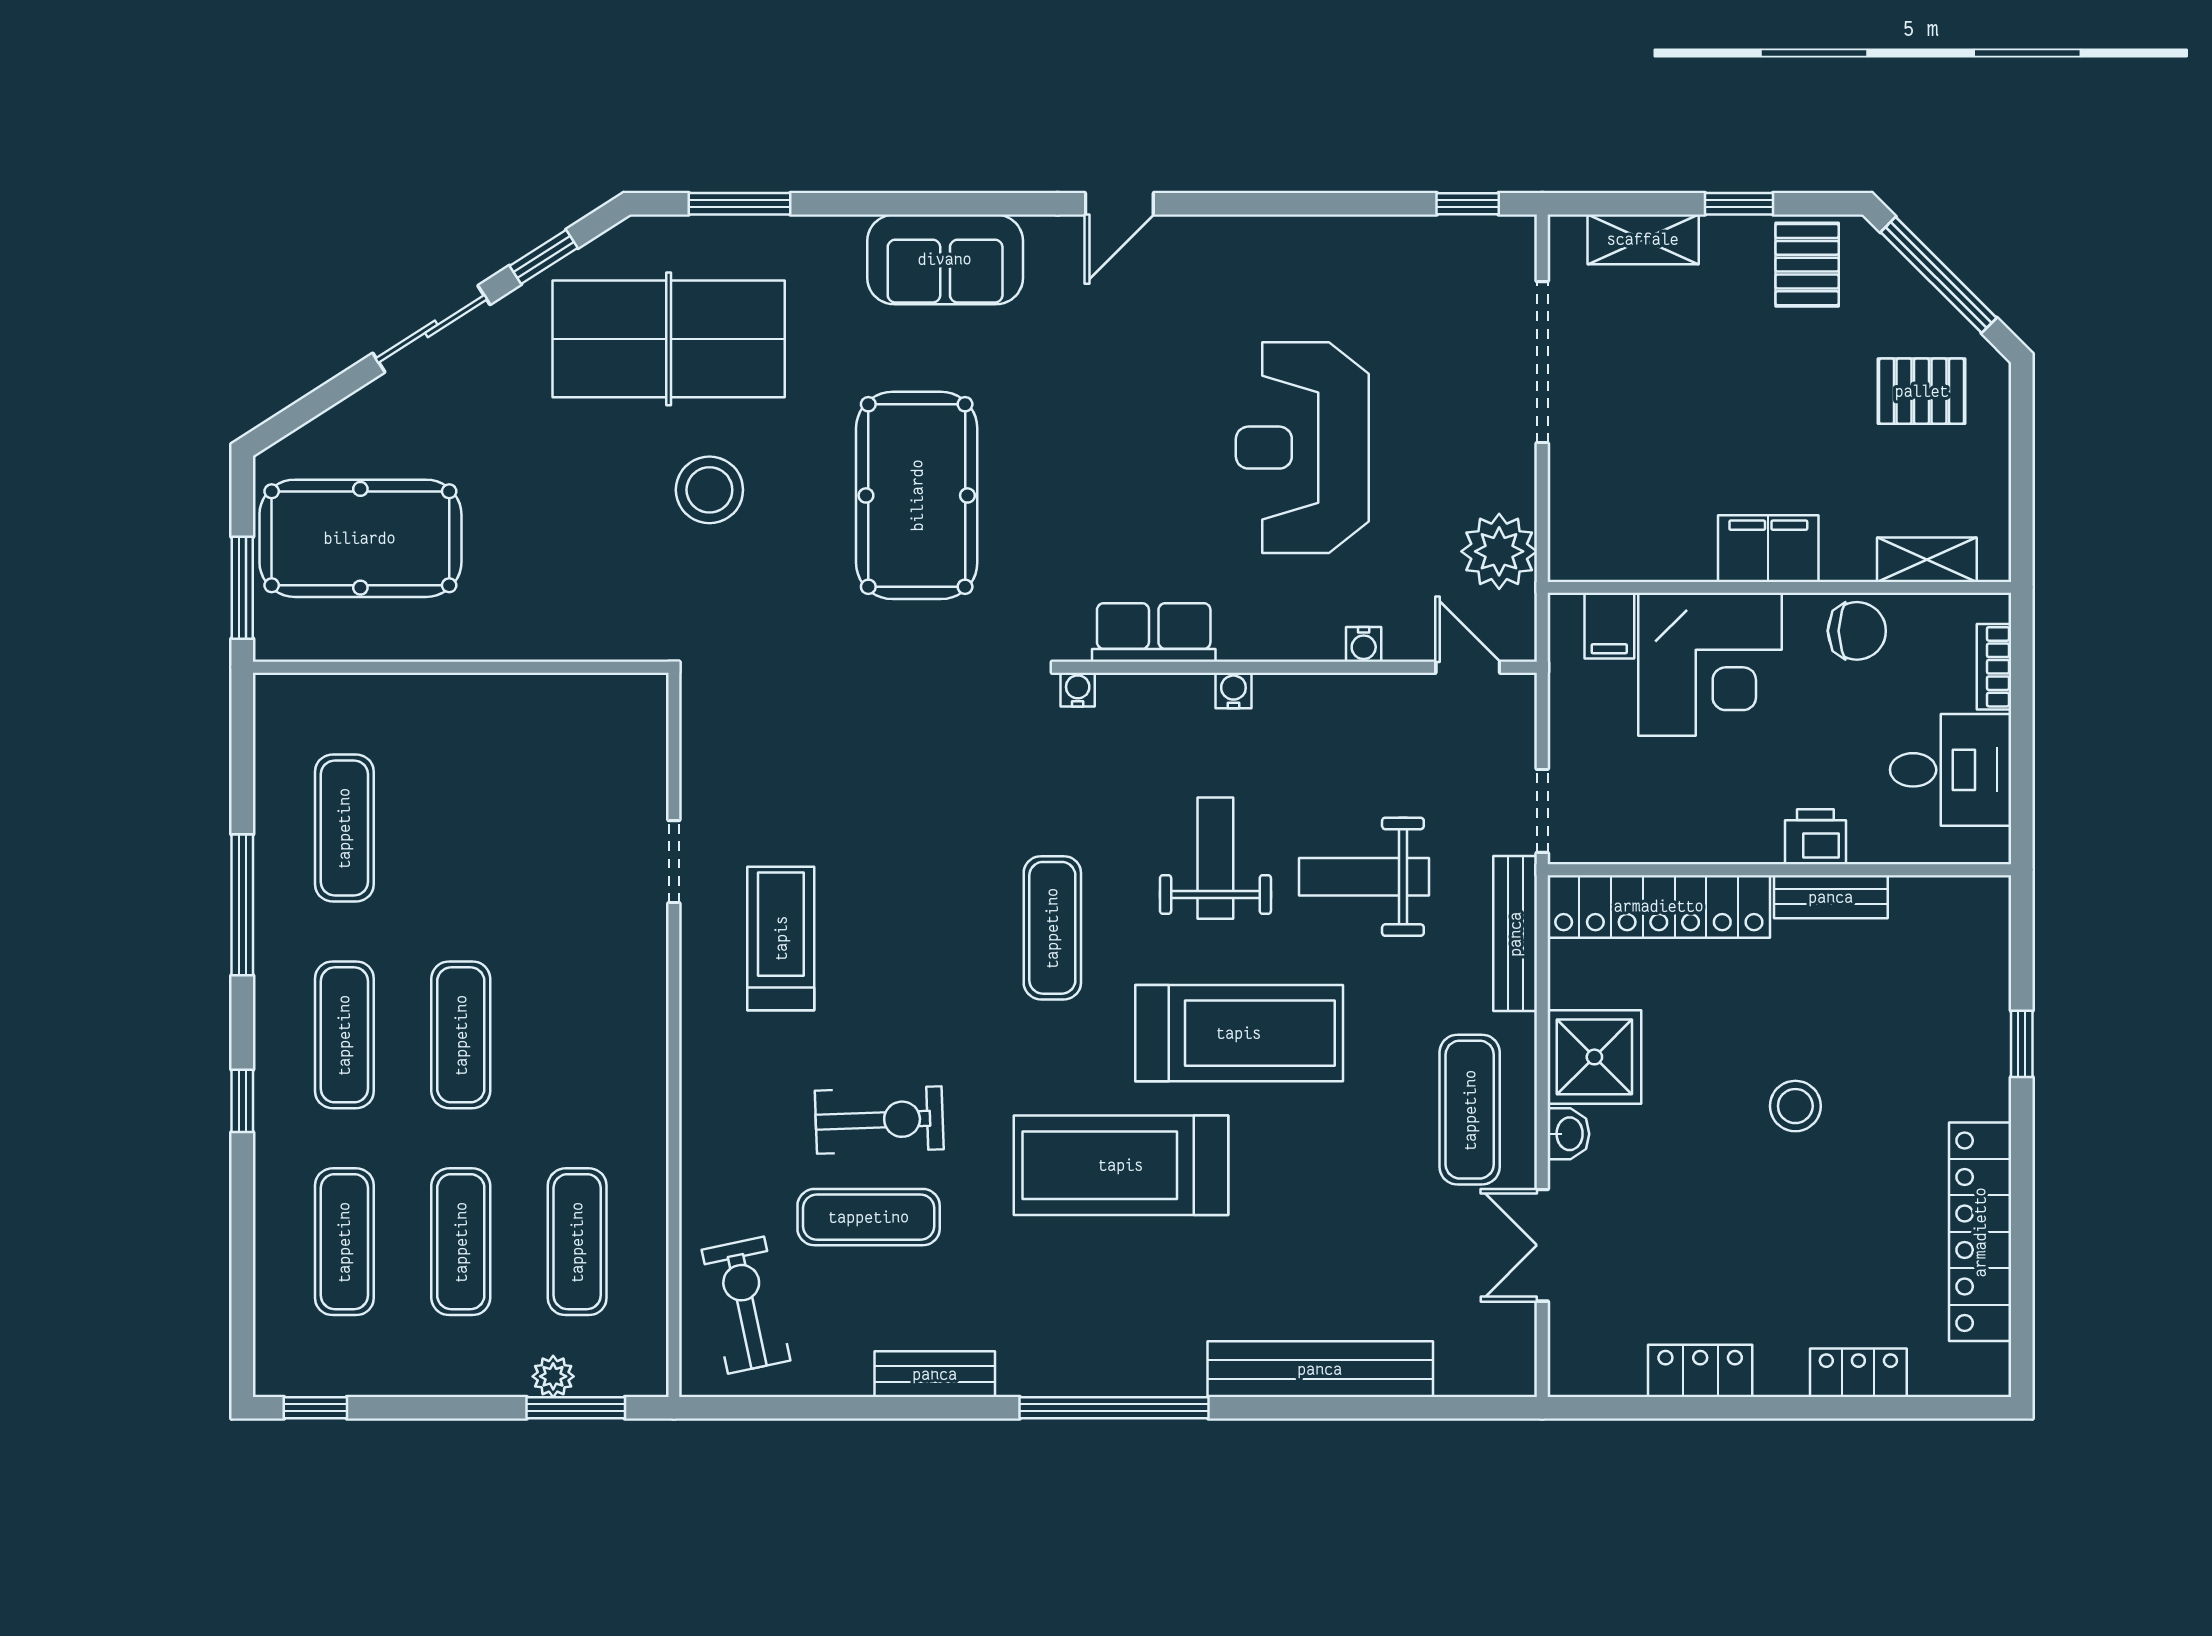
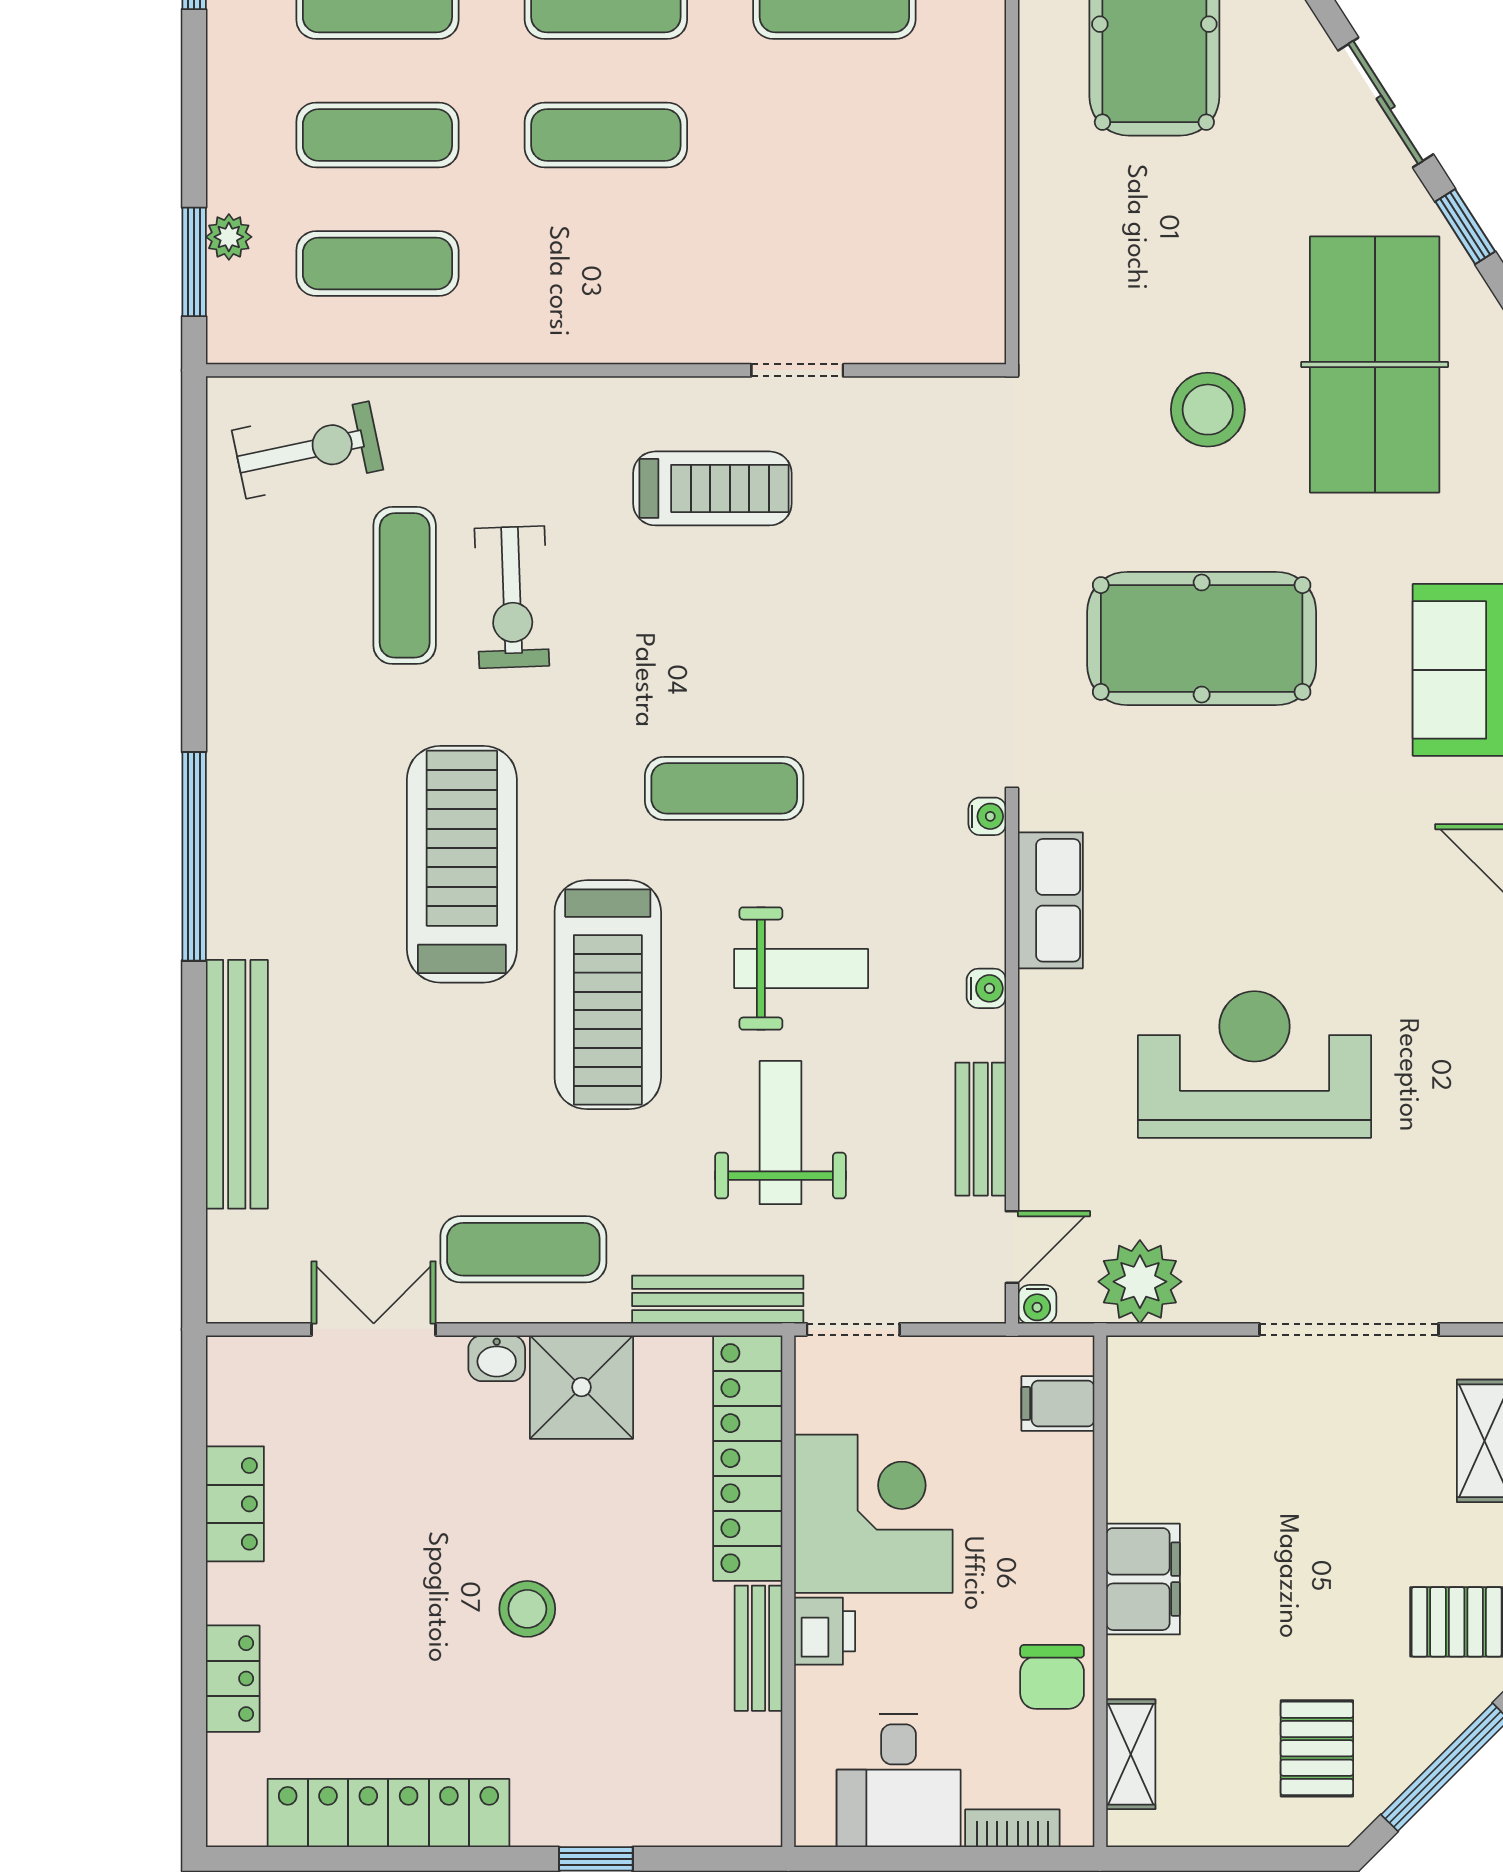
water cooler: (1364, 644) -> (1037, 1304), moved, turned -90
corner desk: (1710, 664) -> (873, 1514), moved, turned 180
bench: (935, 1374) -> (981, 1129), moved

